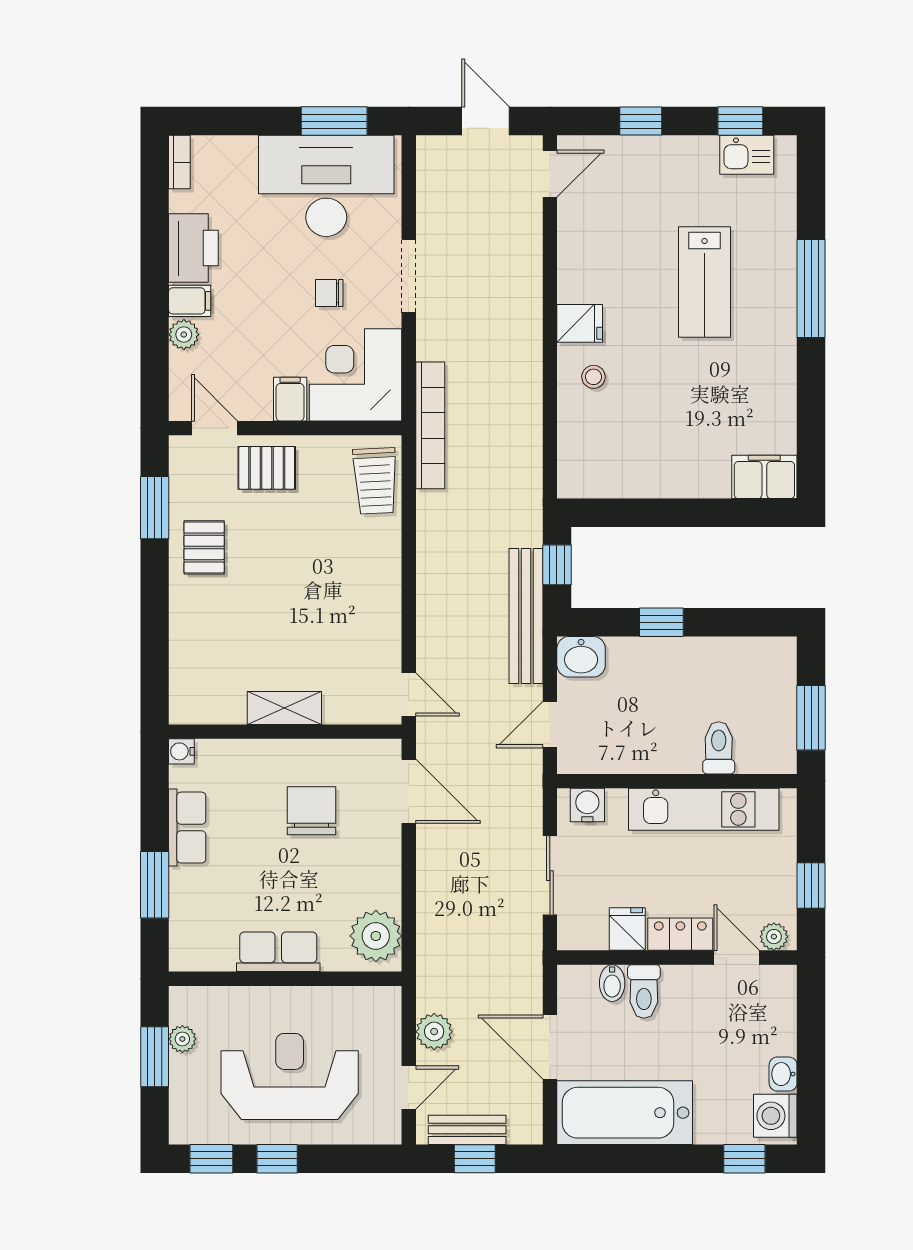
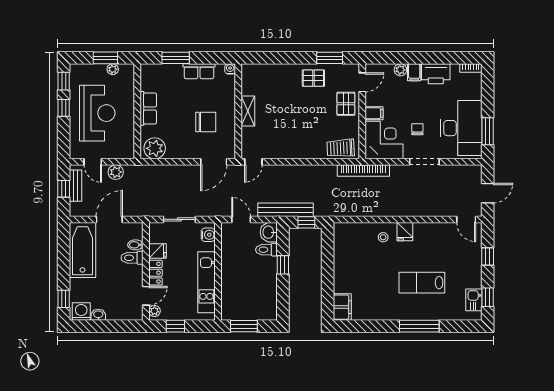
toilet: (719, 748) -> (266, 250), moved, turned 180

